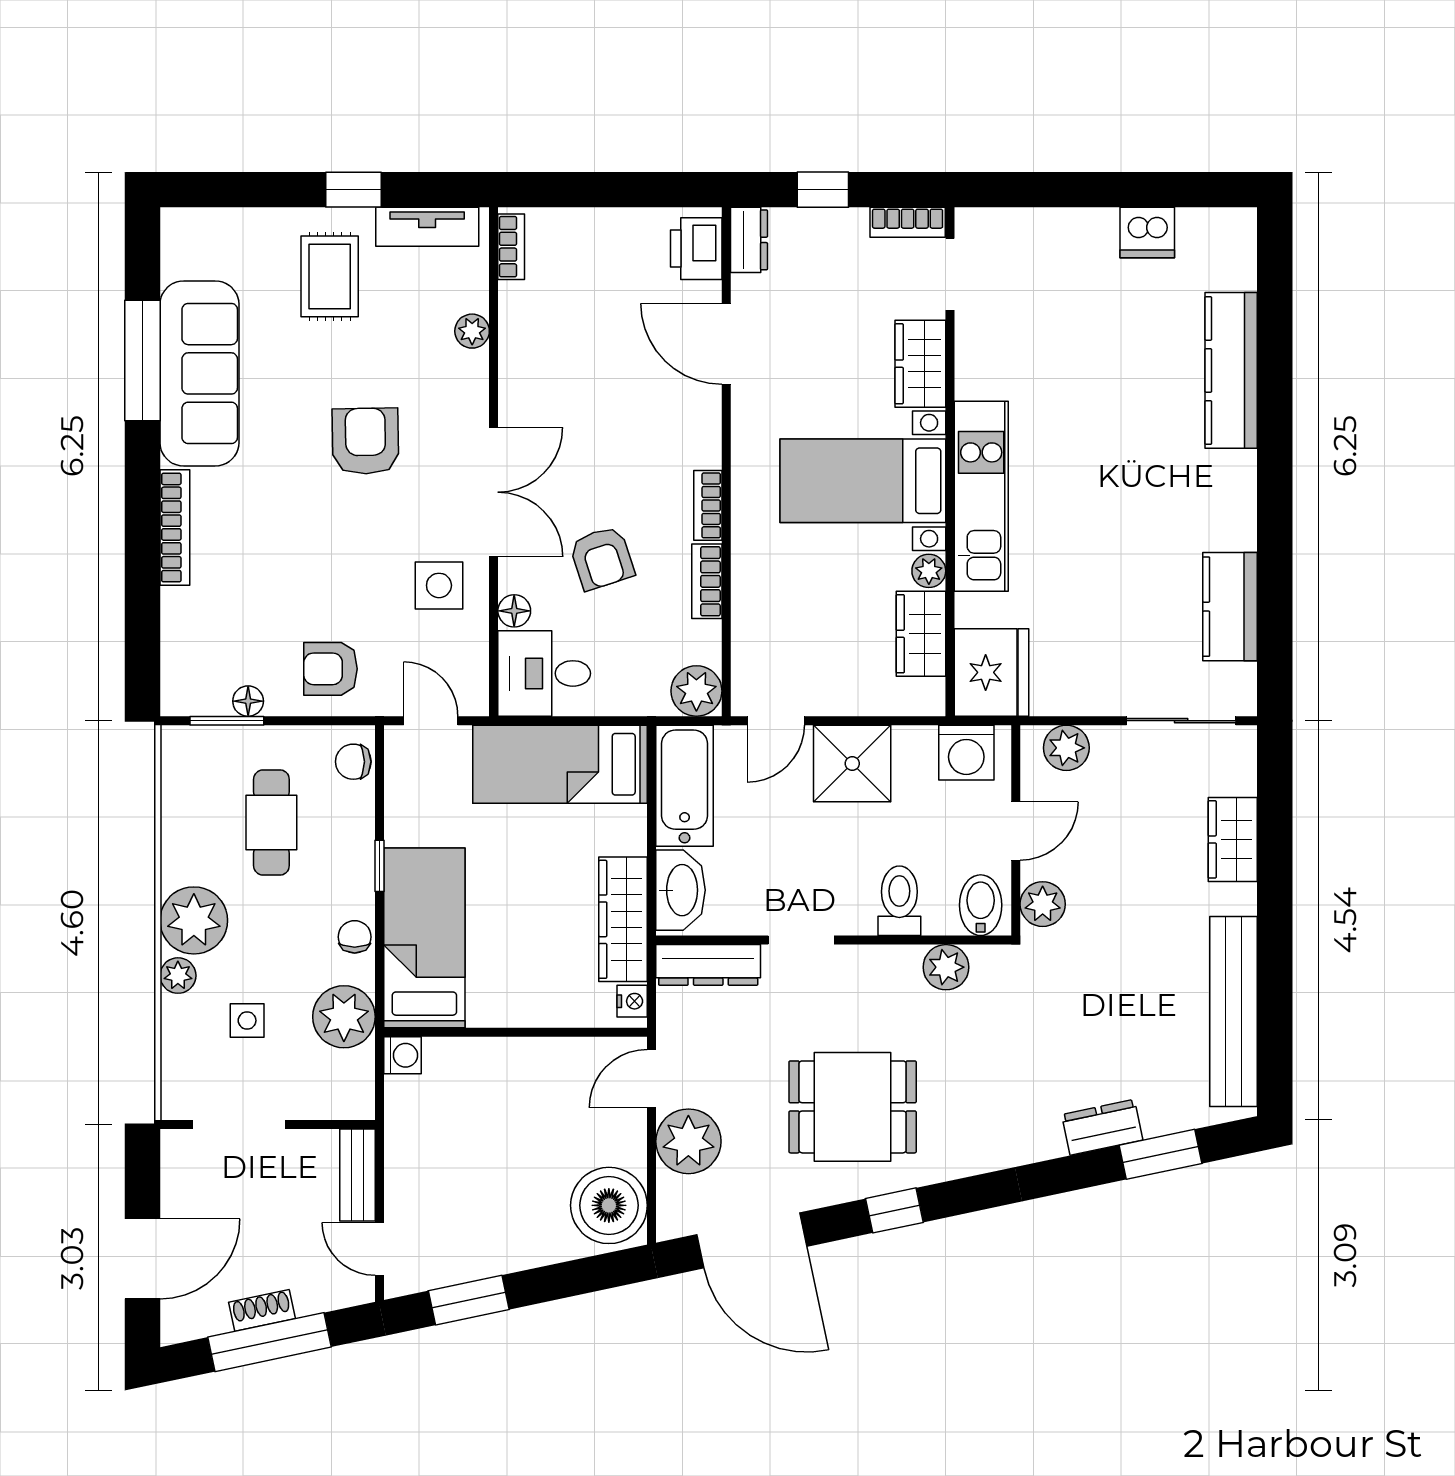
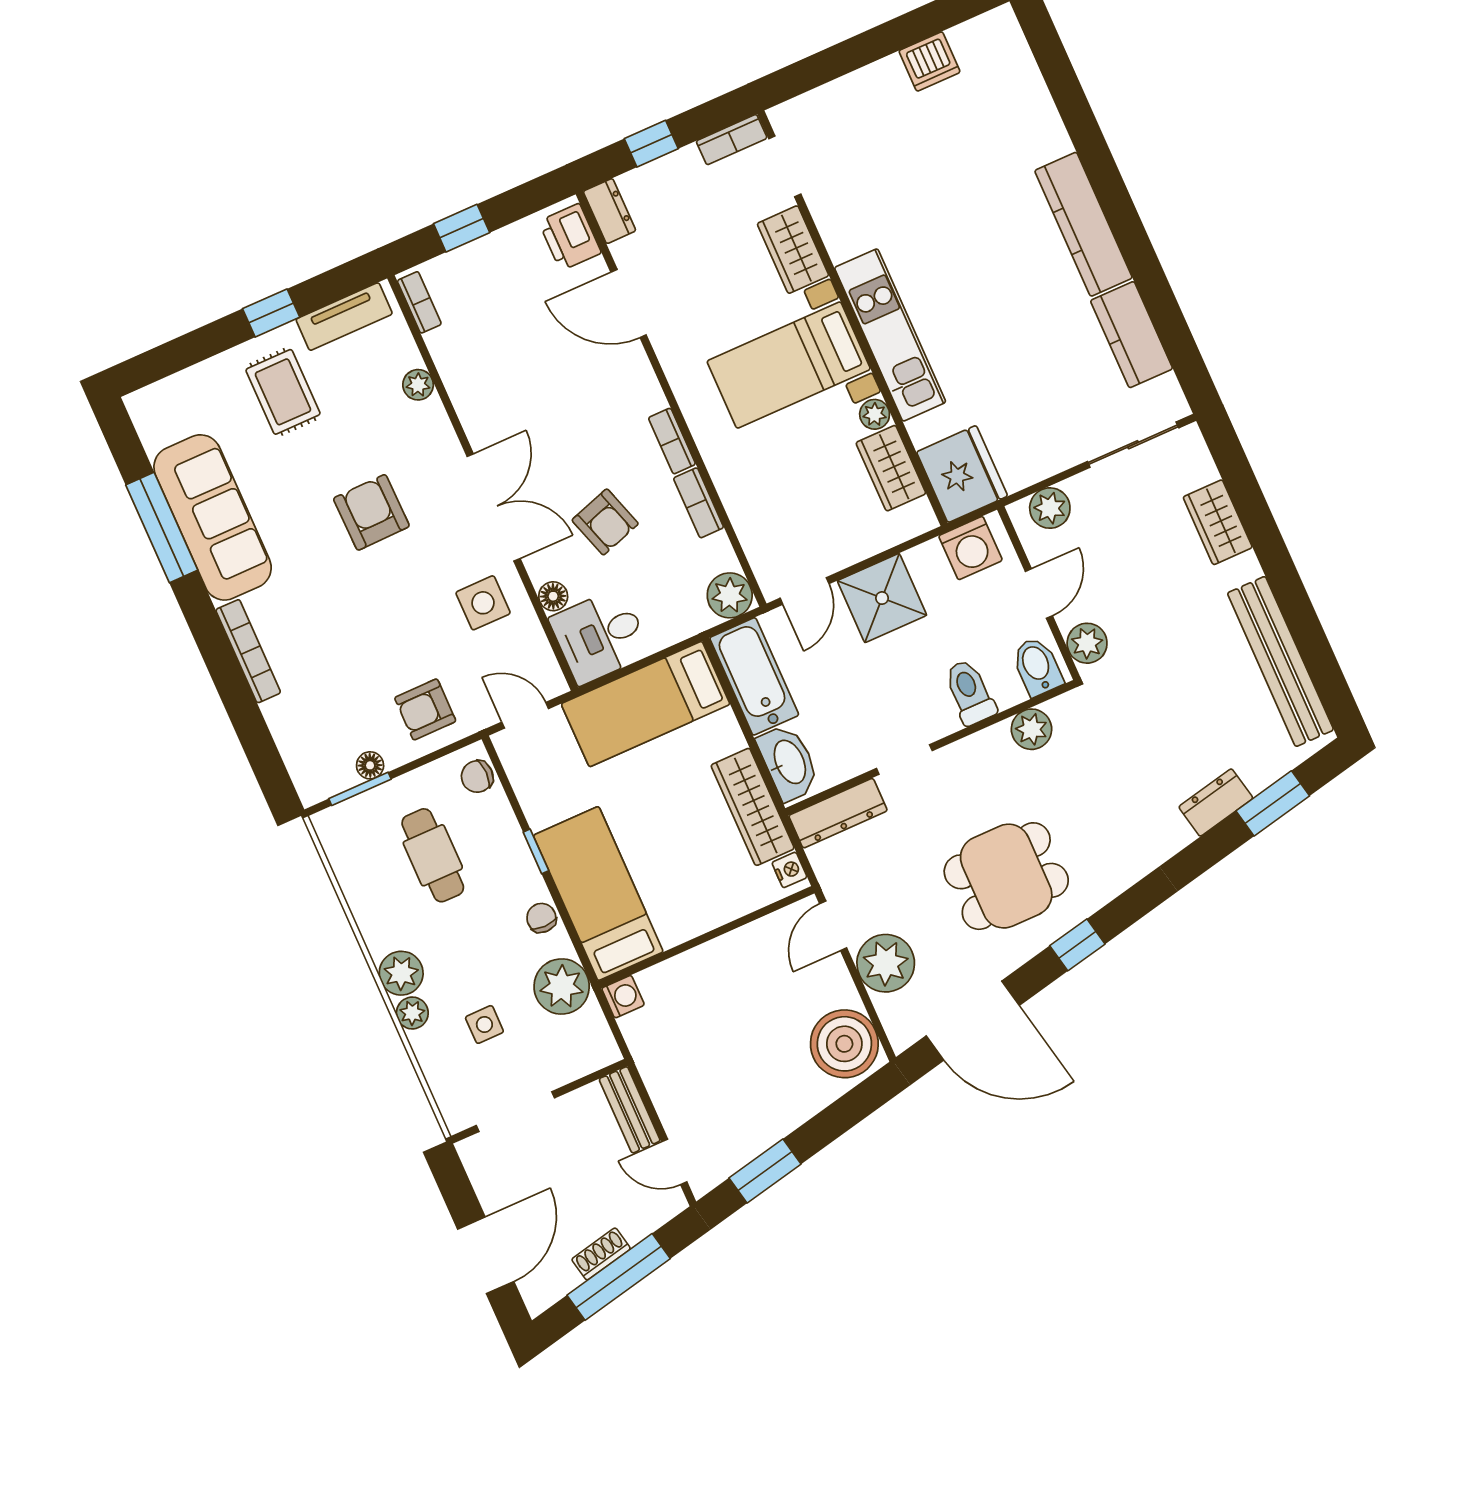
window: (589, 190) -> (462, 228), added
kitchen counter: (1231, 370) -> (1084, 224), moved
plant: (194, 920) -> (401, 973), width x0.73, depth x0.73

